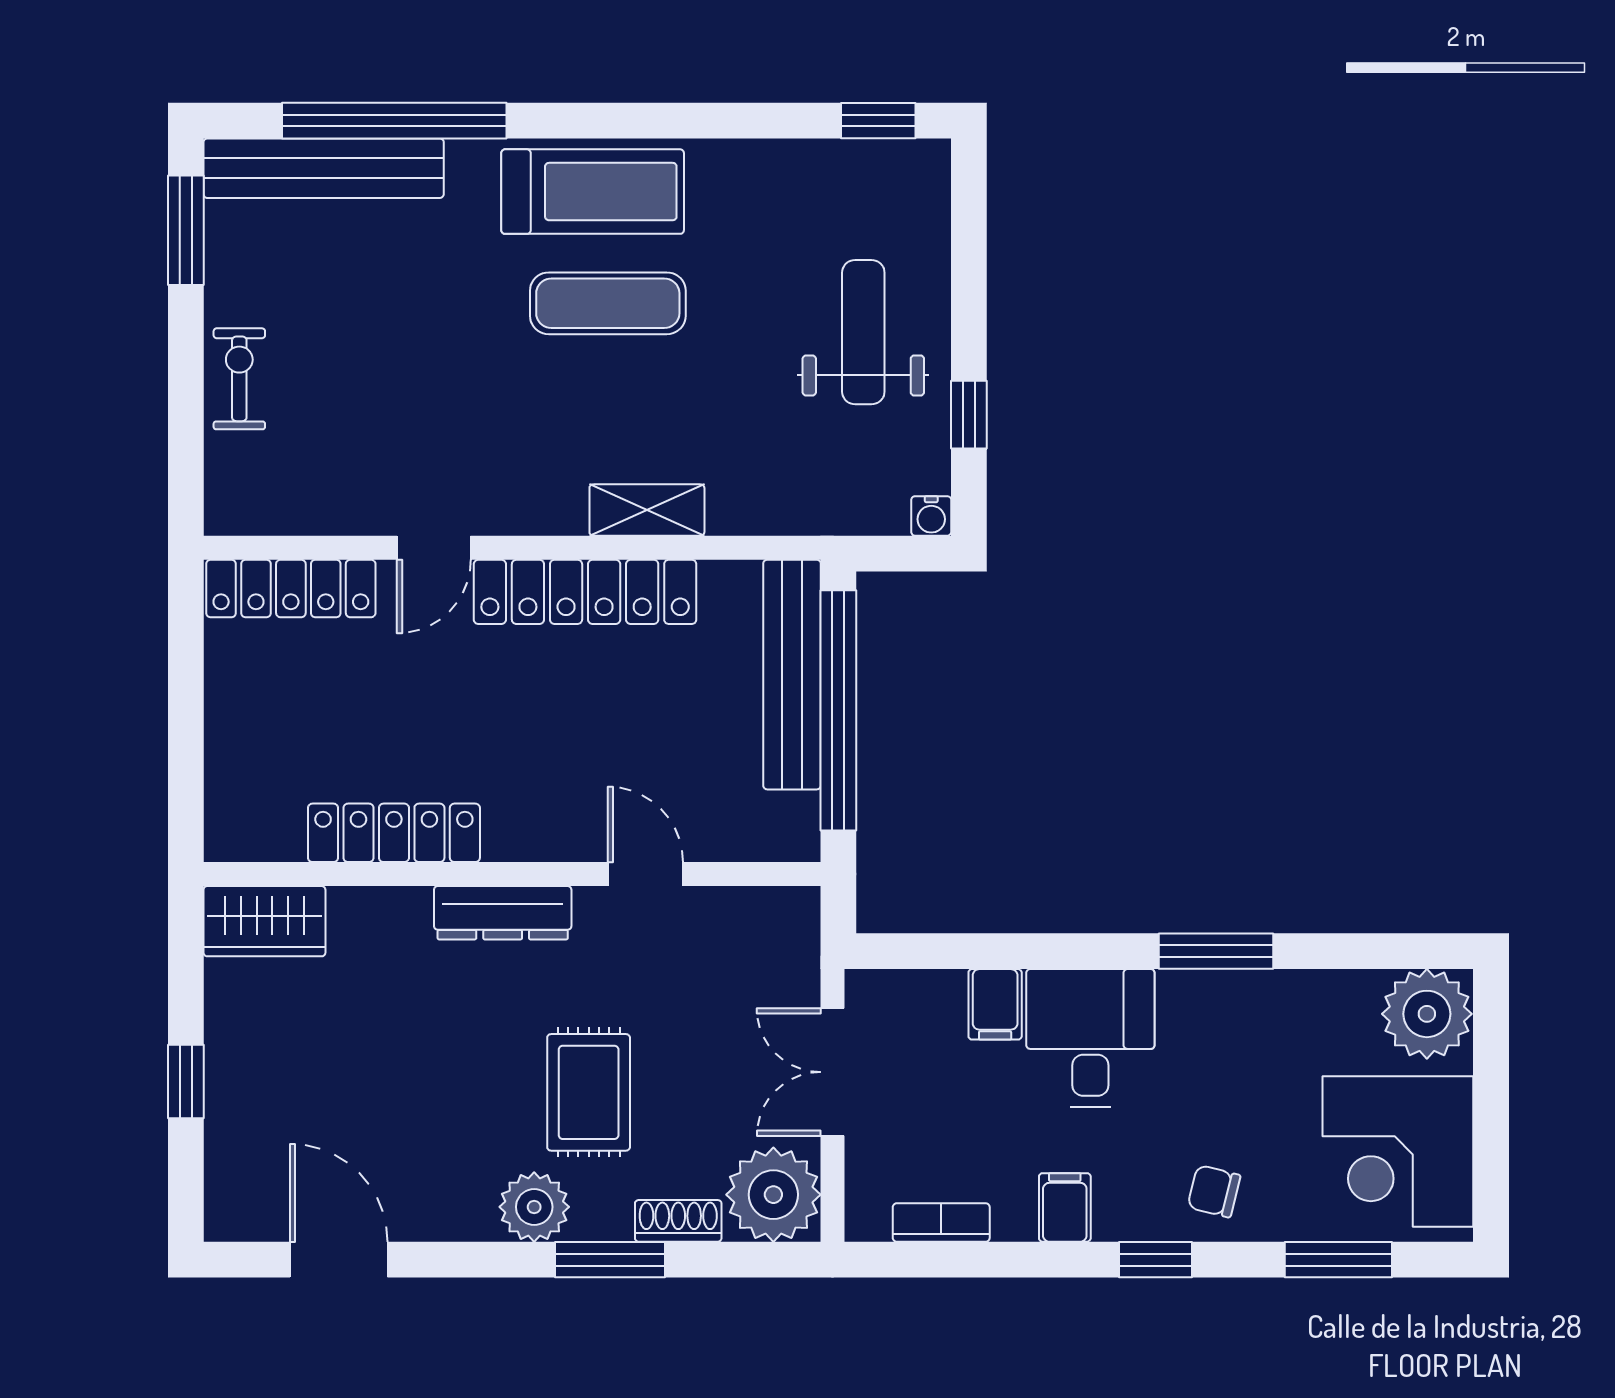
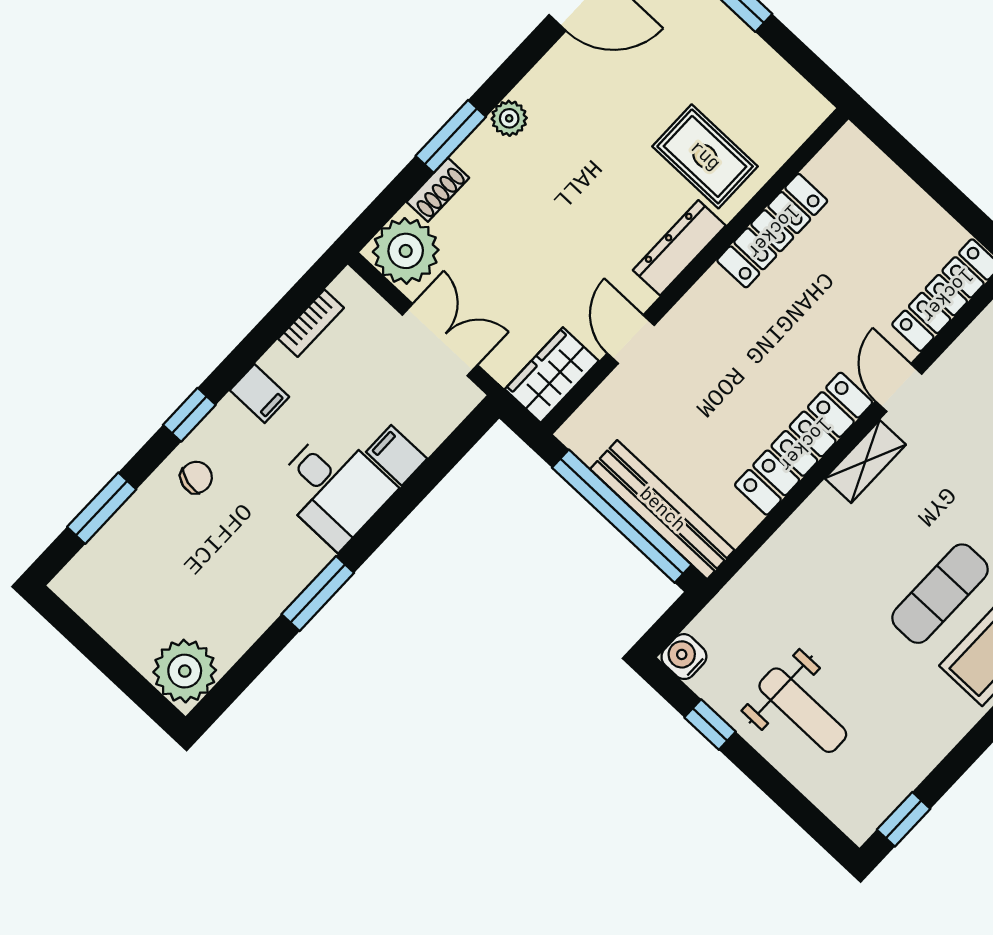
shelving: (647, 510) -> (865, 462), moved
water cooler: (931, 516) -> (684, 657), width x1.38, depth x1.38
door: (645, 874) -> (631, 339), swing flipped
wardrobe: (264, 921) -> (552, 375), moved
rug: (589, 1092) -> (705, 156), moved
corner desk: (1398, 1152) -> (128, 590), removed
plant: (534, 1207) -> (509, 118), width x0.73, depth x0.73

